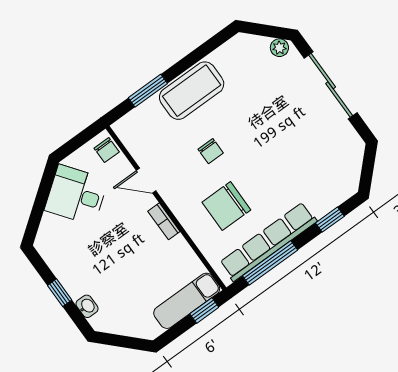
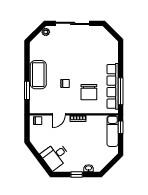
desk: (76, 195) -> (55, 156), moved
window: (330, 220) -> (121, 58), removed

